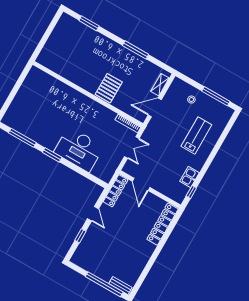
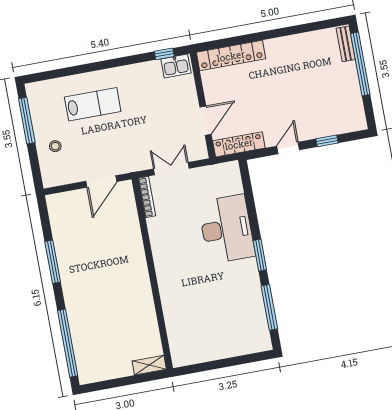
window: (89, 23) -> (68, 343), width x2.11
shelving: (160, 85) -> (149, 365), moved
pallet: (109, 88) -> (125, 255), removed
door: (155, 107) -> (101, 181), hinge flipped
lab bench: (196, 136) -> (93, 104), turned 180
kitchen sink: (189, 177) -> (176, 66), moved

